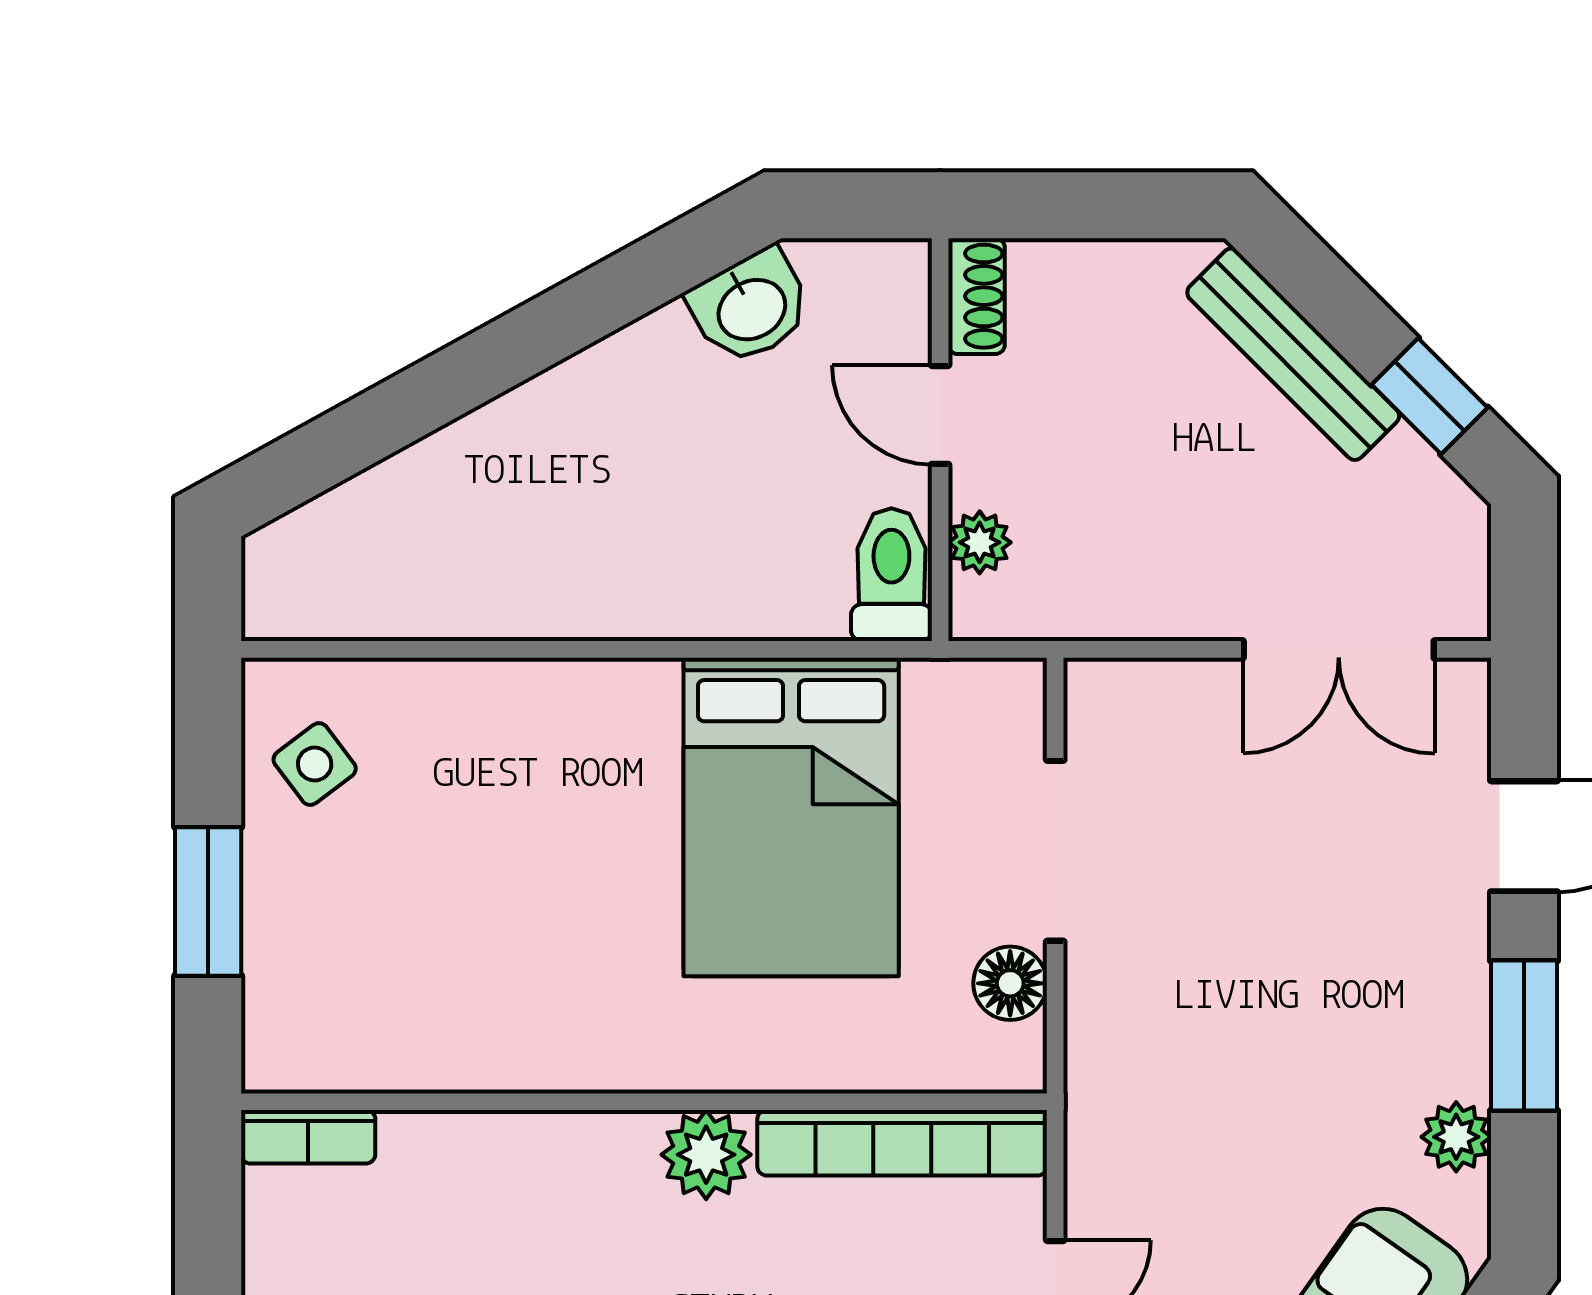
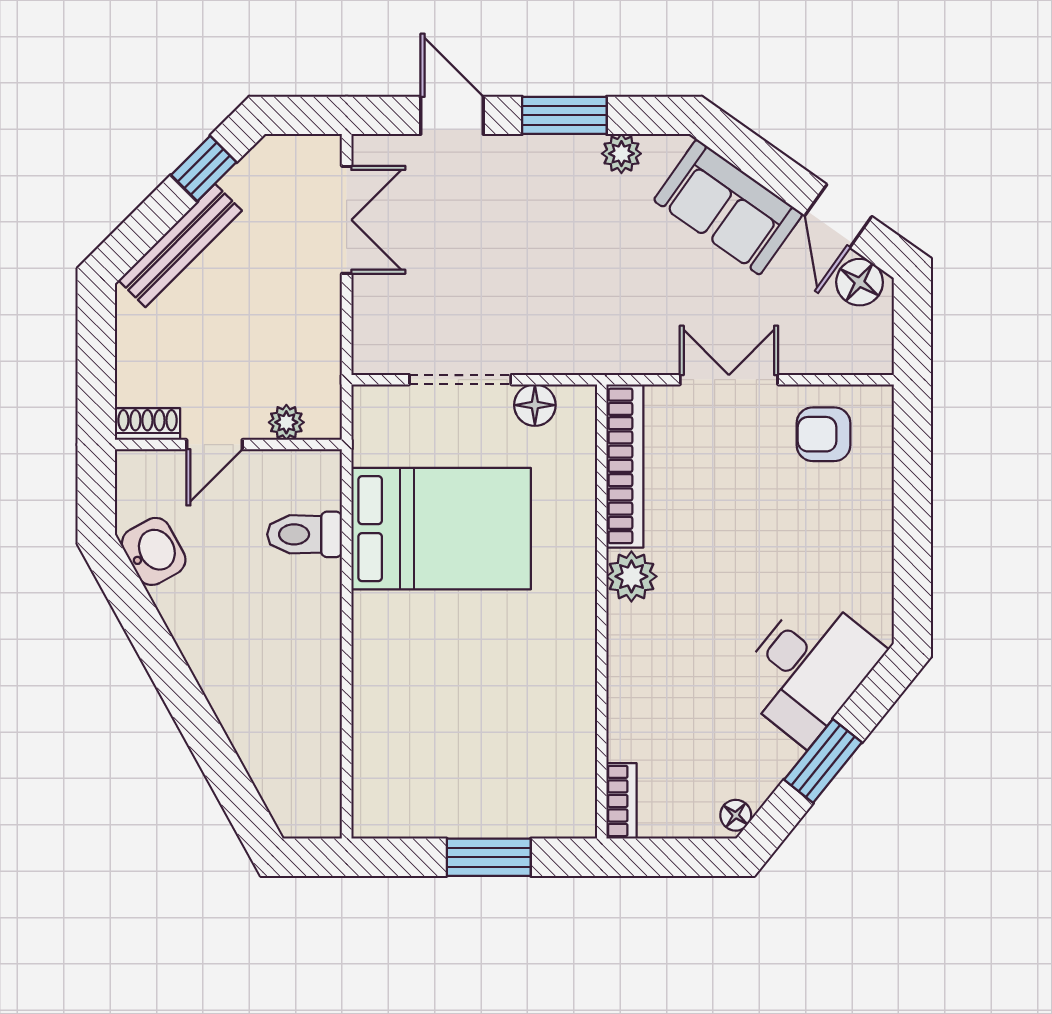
toilet: (891, 575) -> (305, 534), moved
side table: (315, 764) -> (411, 797), removed

